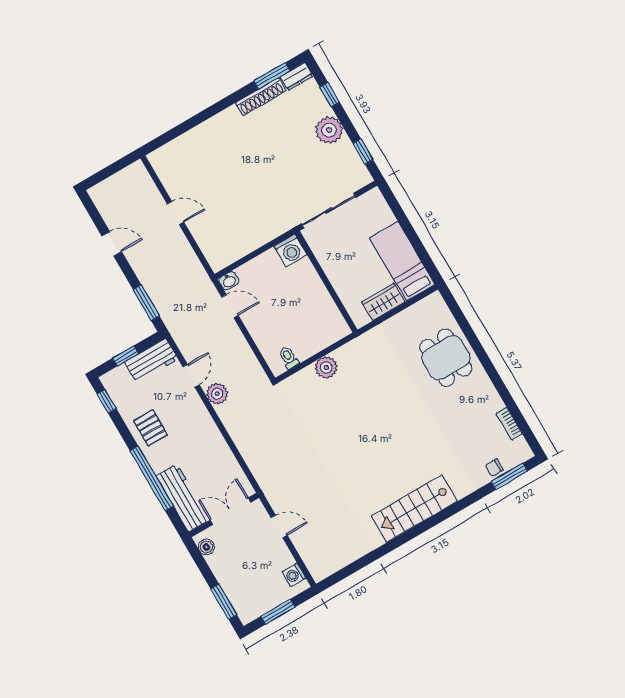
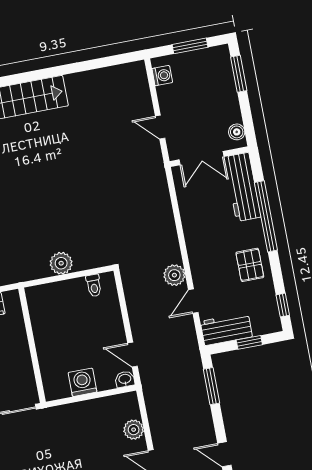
plant: (204, 237) -> (134, 430), added
washing machine: (291, 250) -> (82, 382), moved

